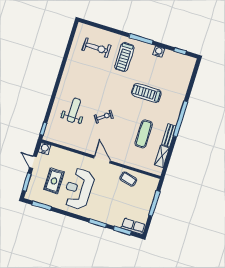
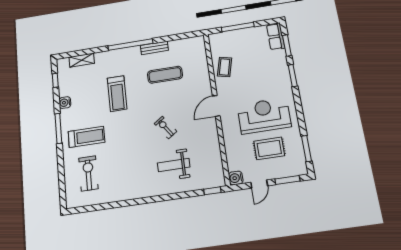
shelving: (162, 156) -> (82, 60), moved
reception desk: (79, 189) -> (264, 116), turned 180

